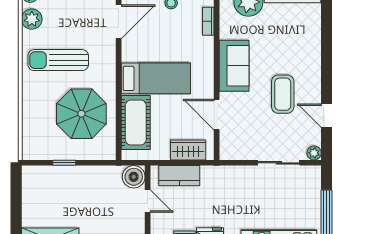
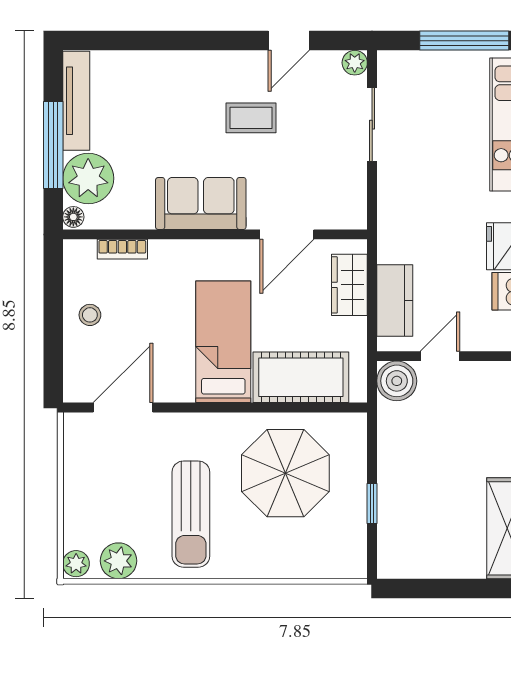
door: (119, 22) -> (123, 407), hinge flipped
coffee table: (283, 94) -> (251, 118), width x0.73, depth x0.77

